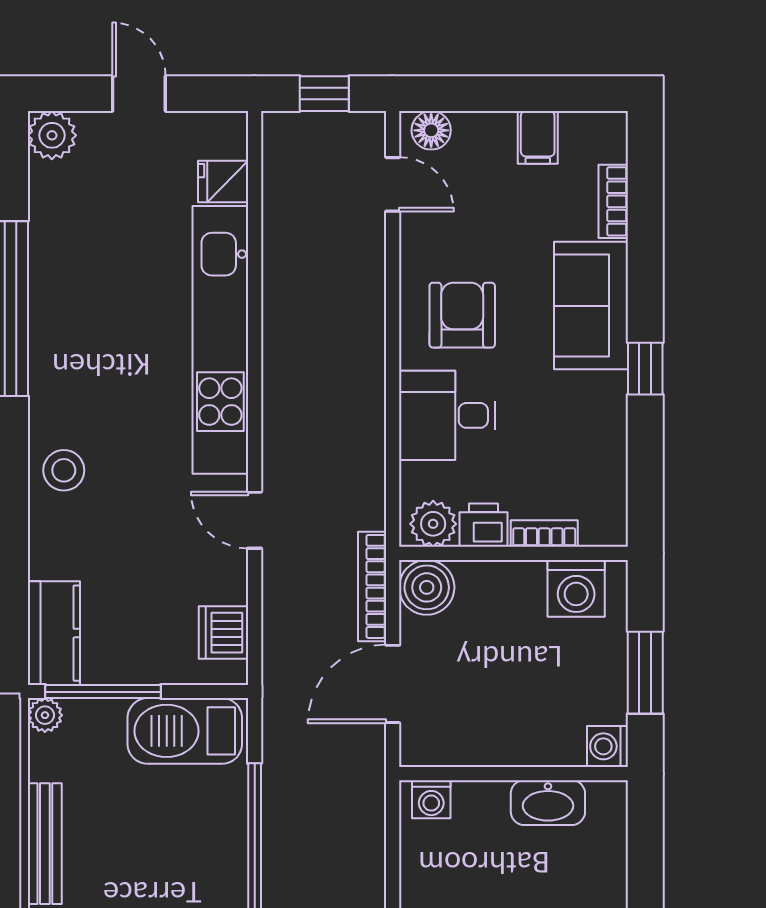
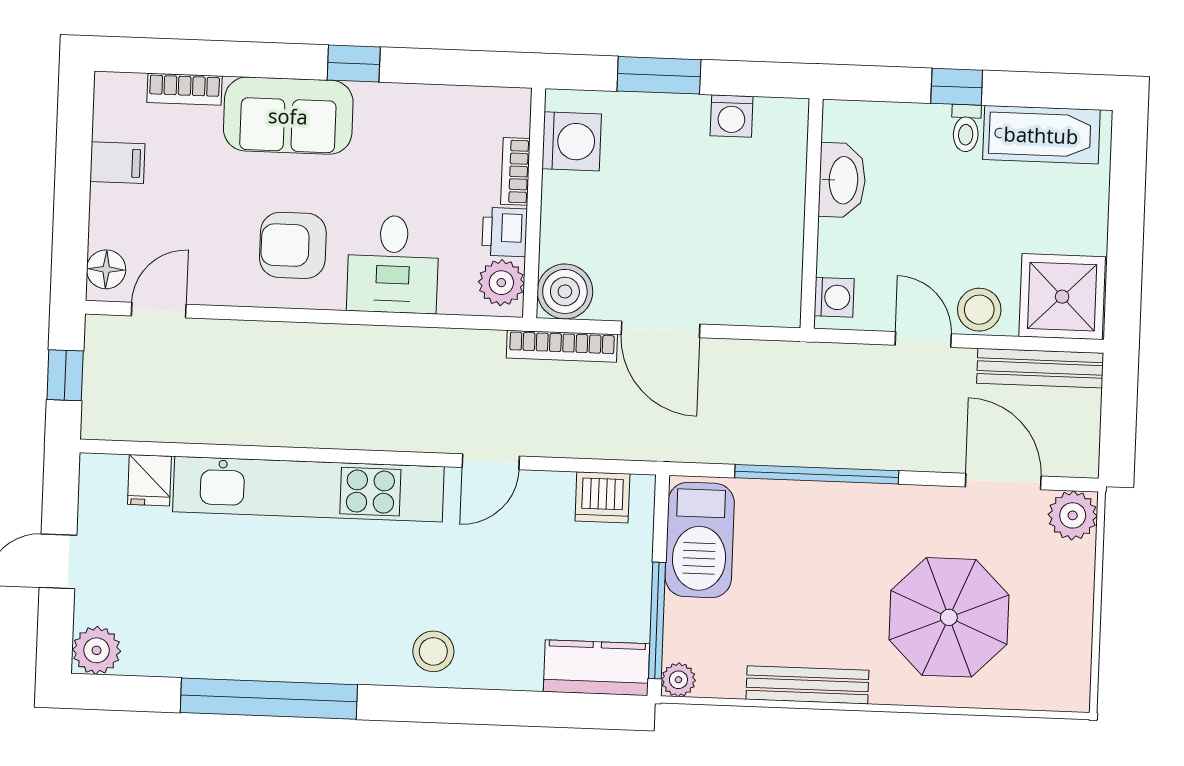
wall: (514, 774) -> (812, 214), moved
washing machine: (431, 799) -> (834, 297), moved
washbasin: (548, 803) -> (842, 180), moved

